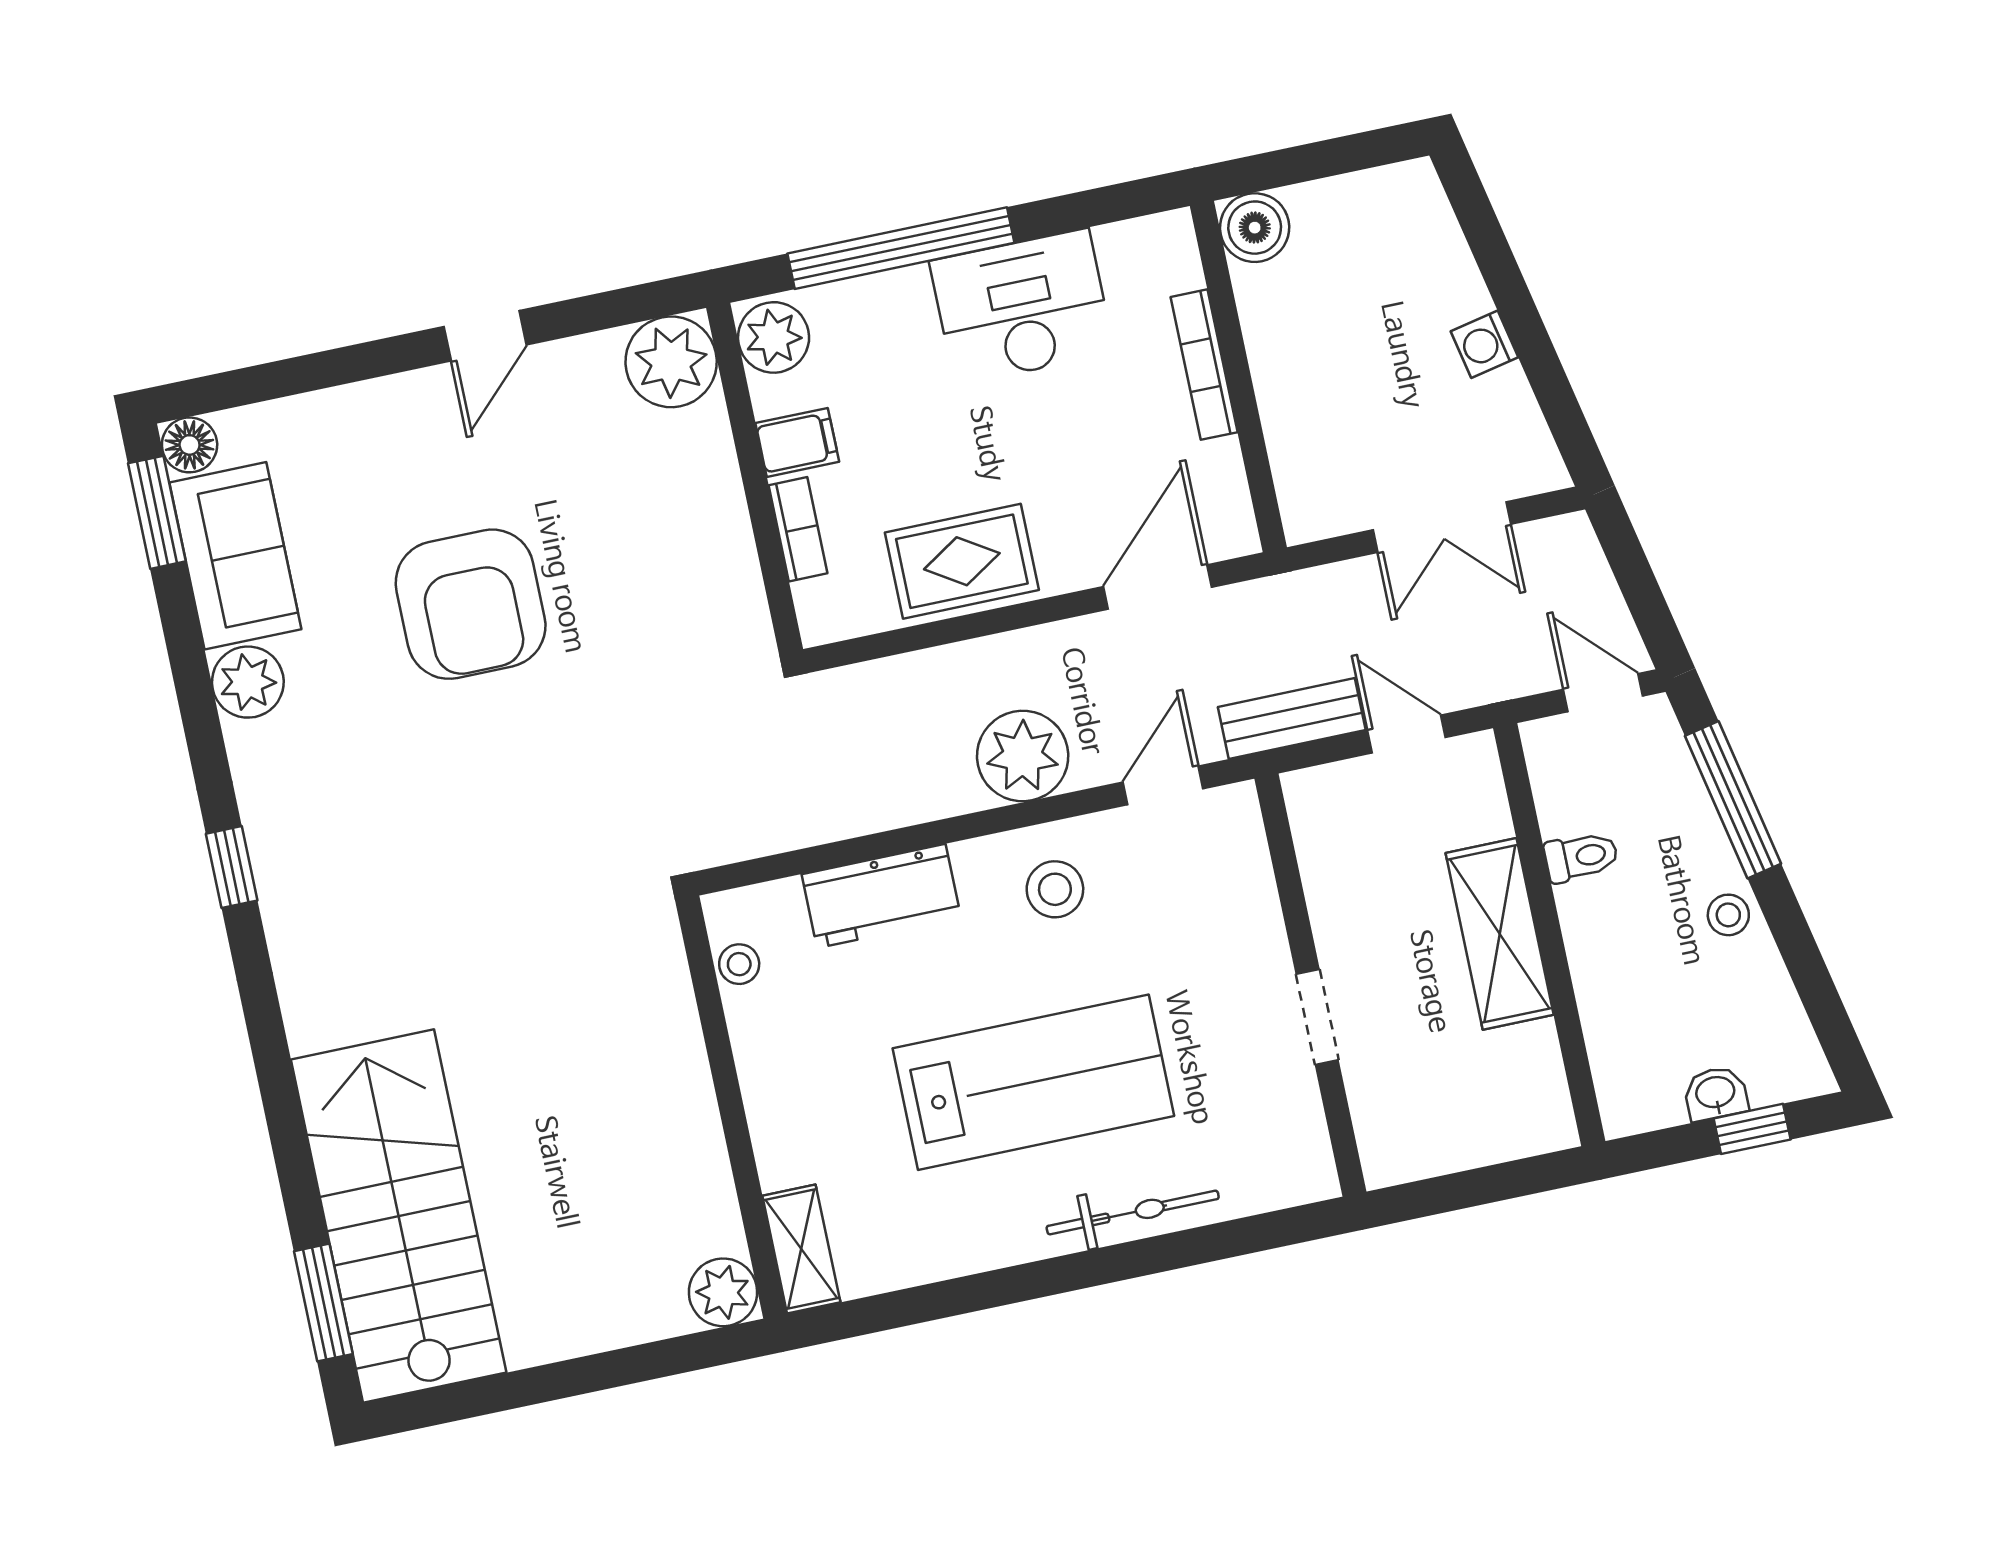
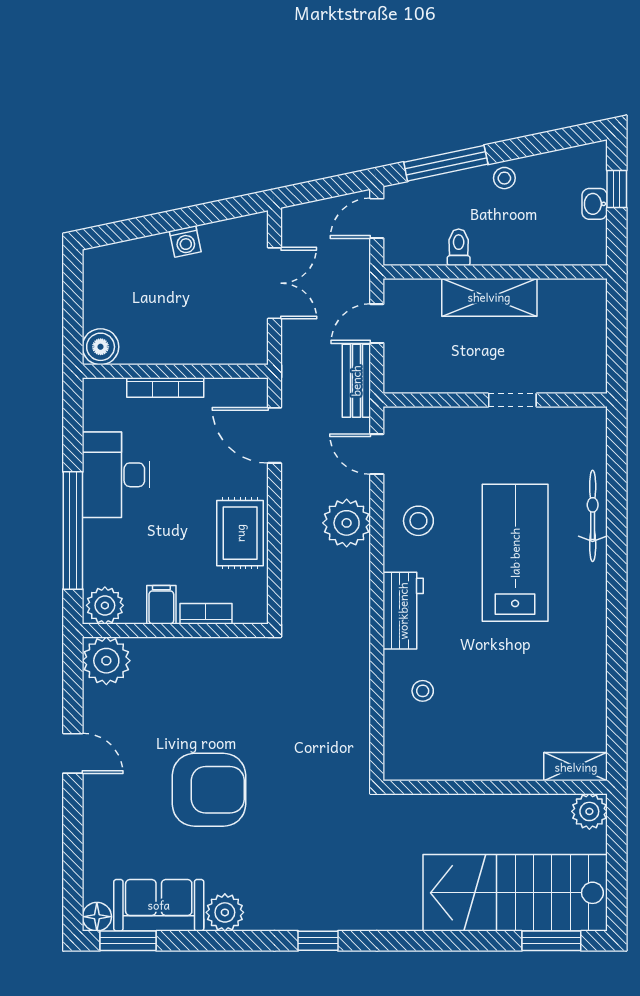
wall: (731, 1107) -> (495, 787), moved
shelving: (801, 1249) -> (576, 767), moved
plant: (723, 1292) -> (589, 811), moved

